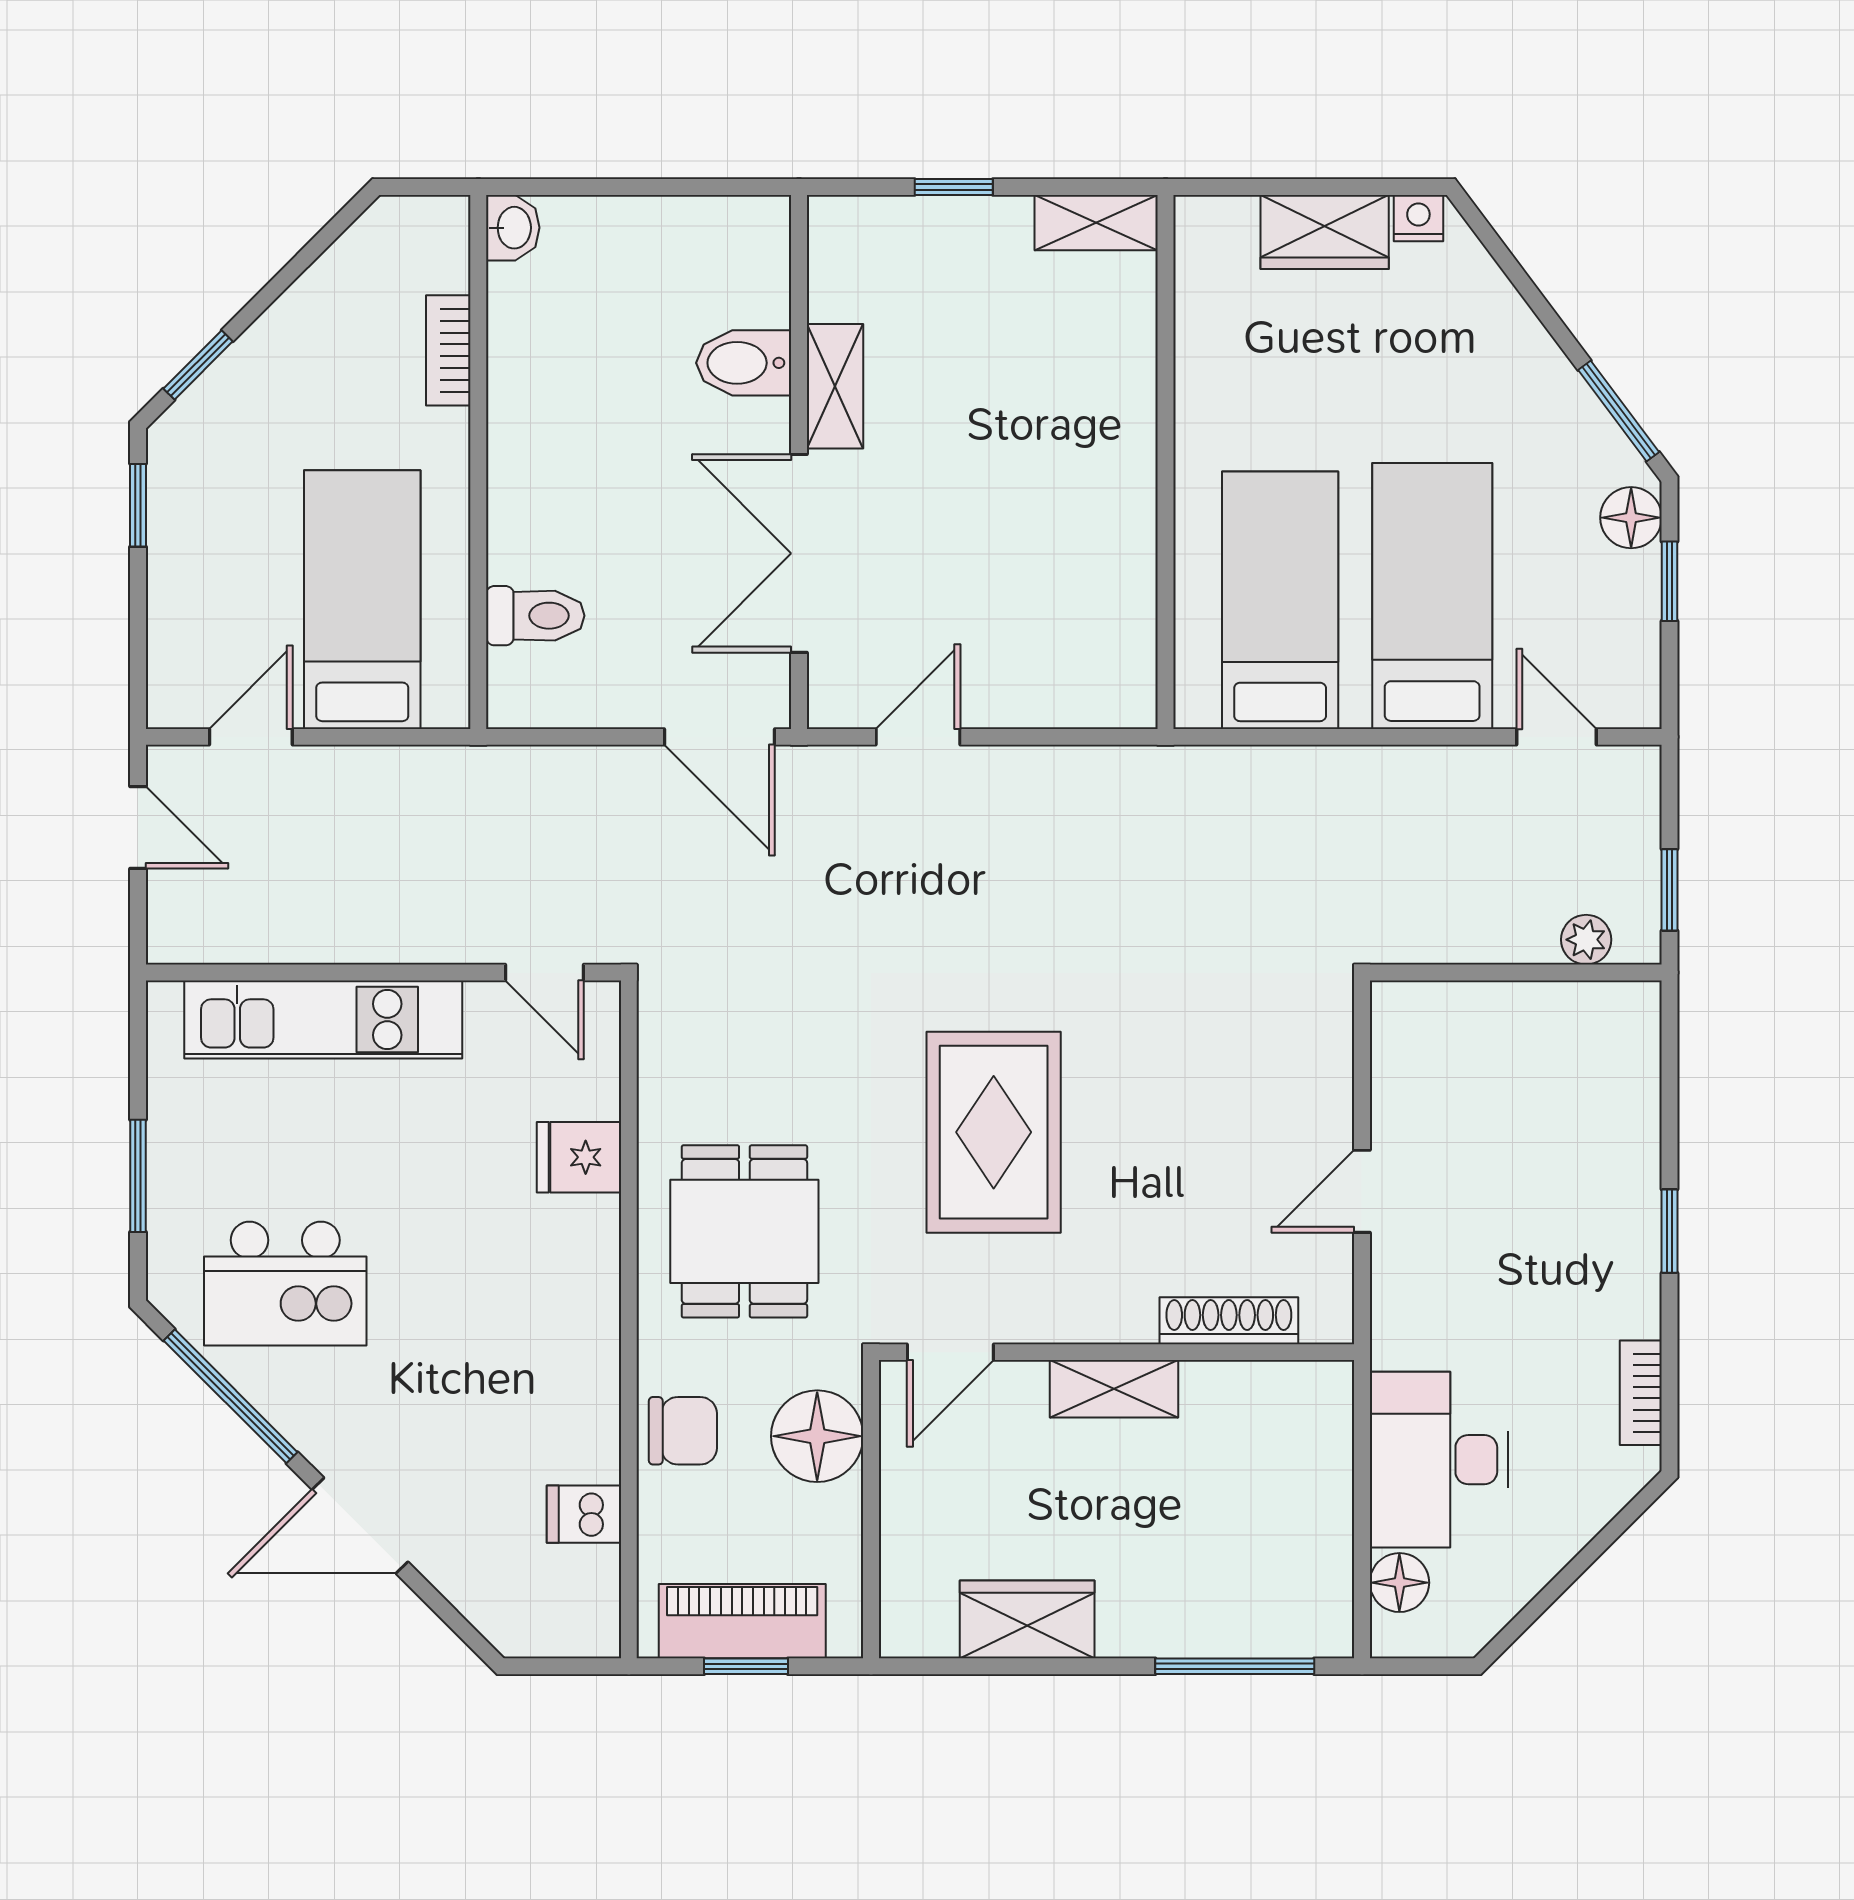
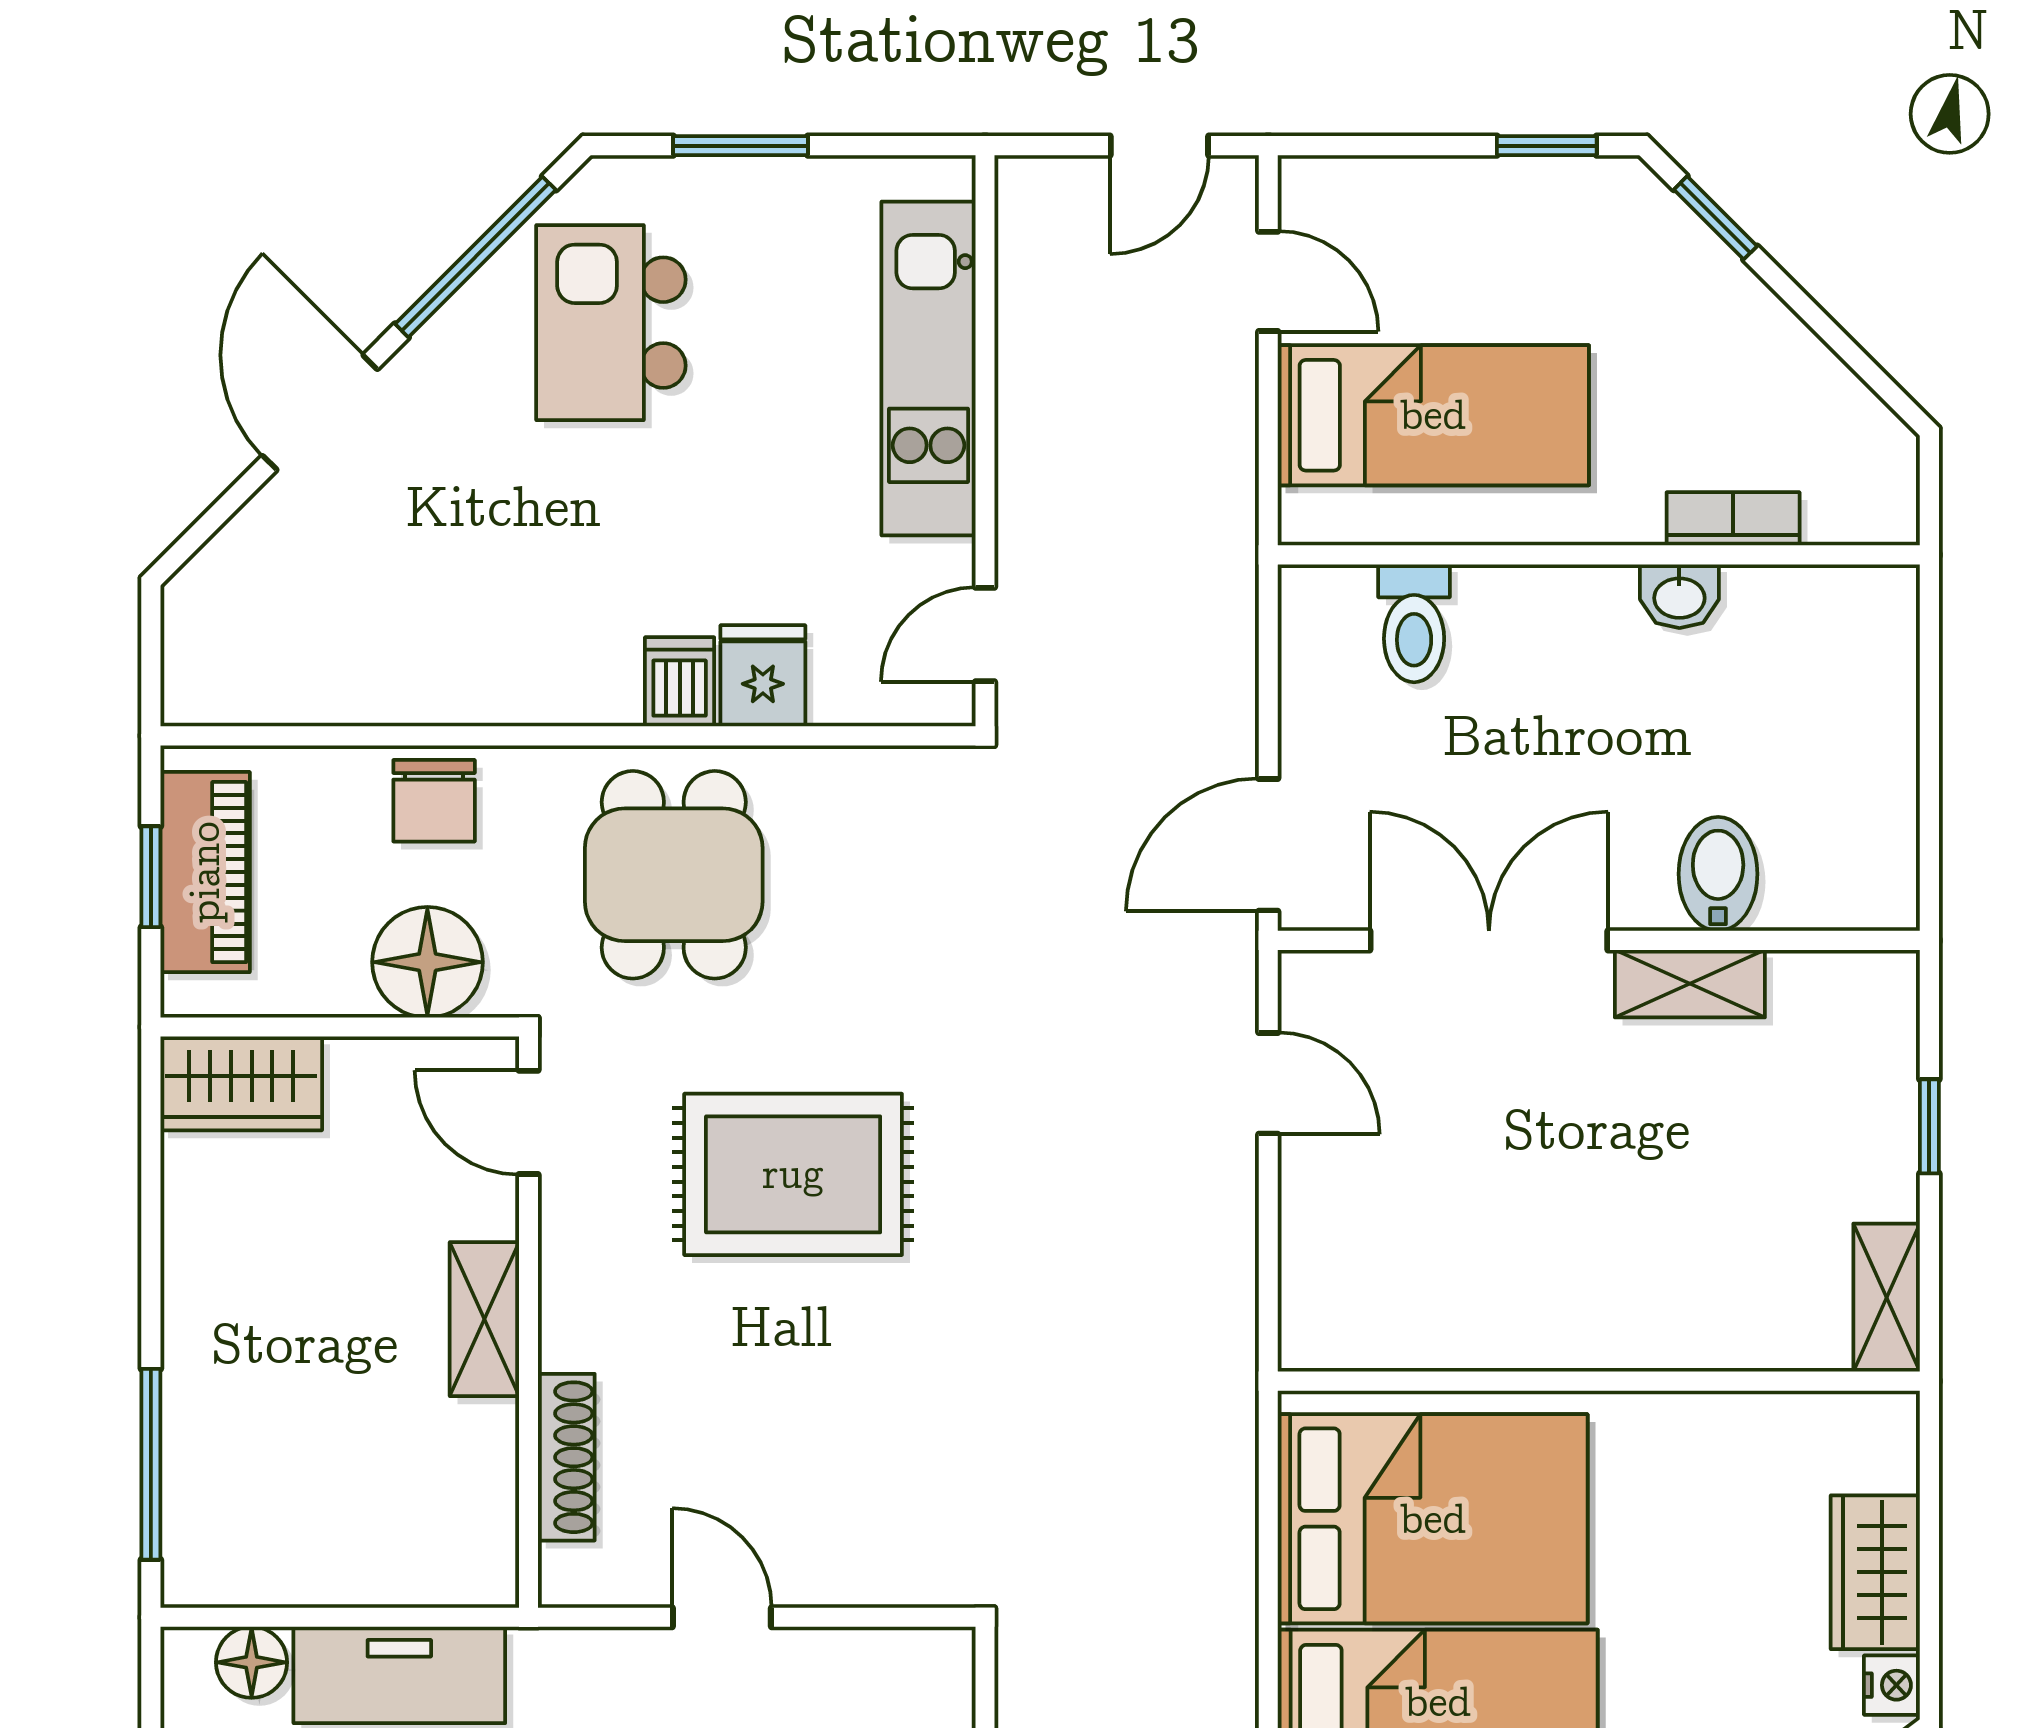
washbasin: (513, 228) -> (1679, 596), moved
bed: (1280, 600) -> (1433, 1519), width x1.50
dining table: (744, 1231) -> (674, 875), turned 90
dishwasher: (584, 1514) -> (680, 682), moved
wardrobe: (1027, 1619) -> (241, 1083), moved, turned 90

